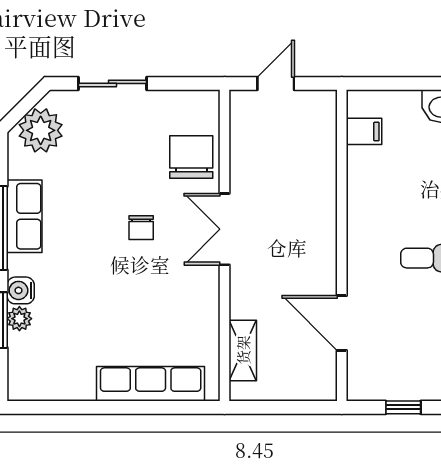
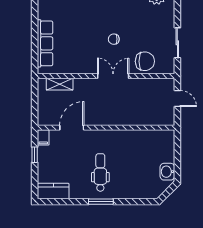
sliding door: (112, 83) -> (177, 43), moved
filing cabinet: (364, 131) -> (43, 137), moved

